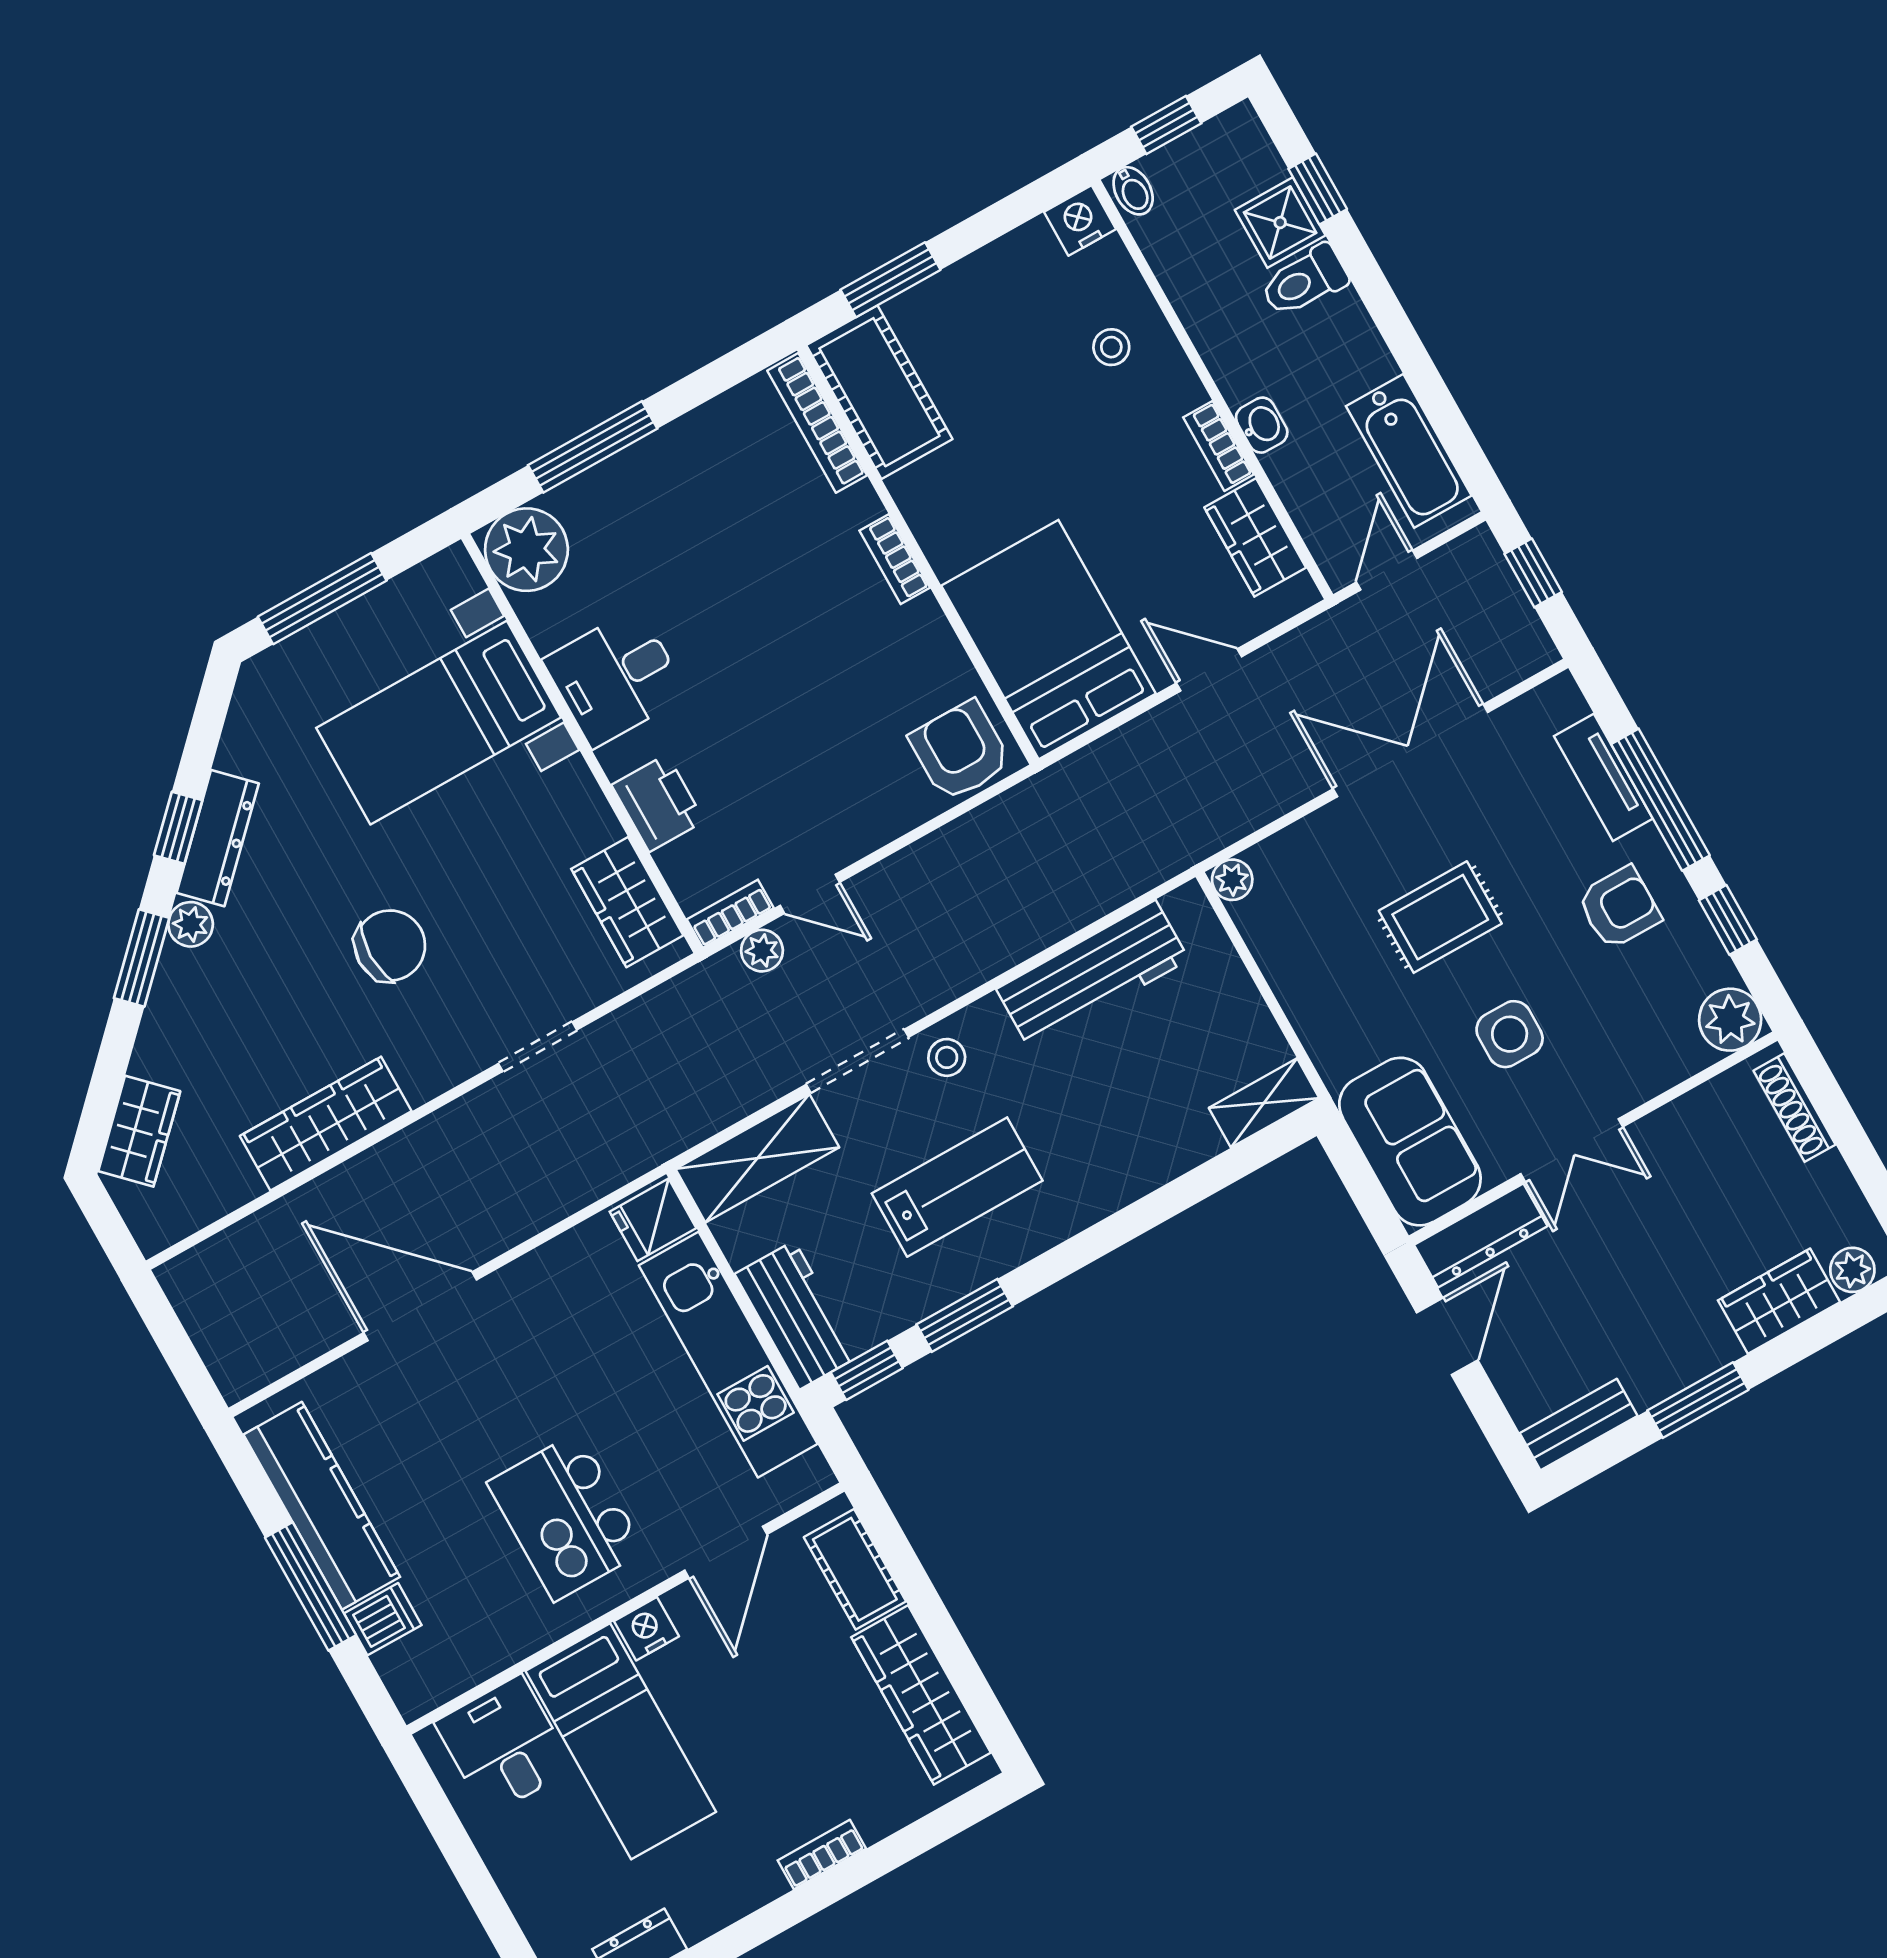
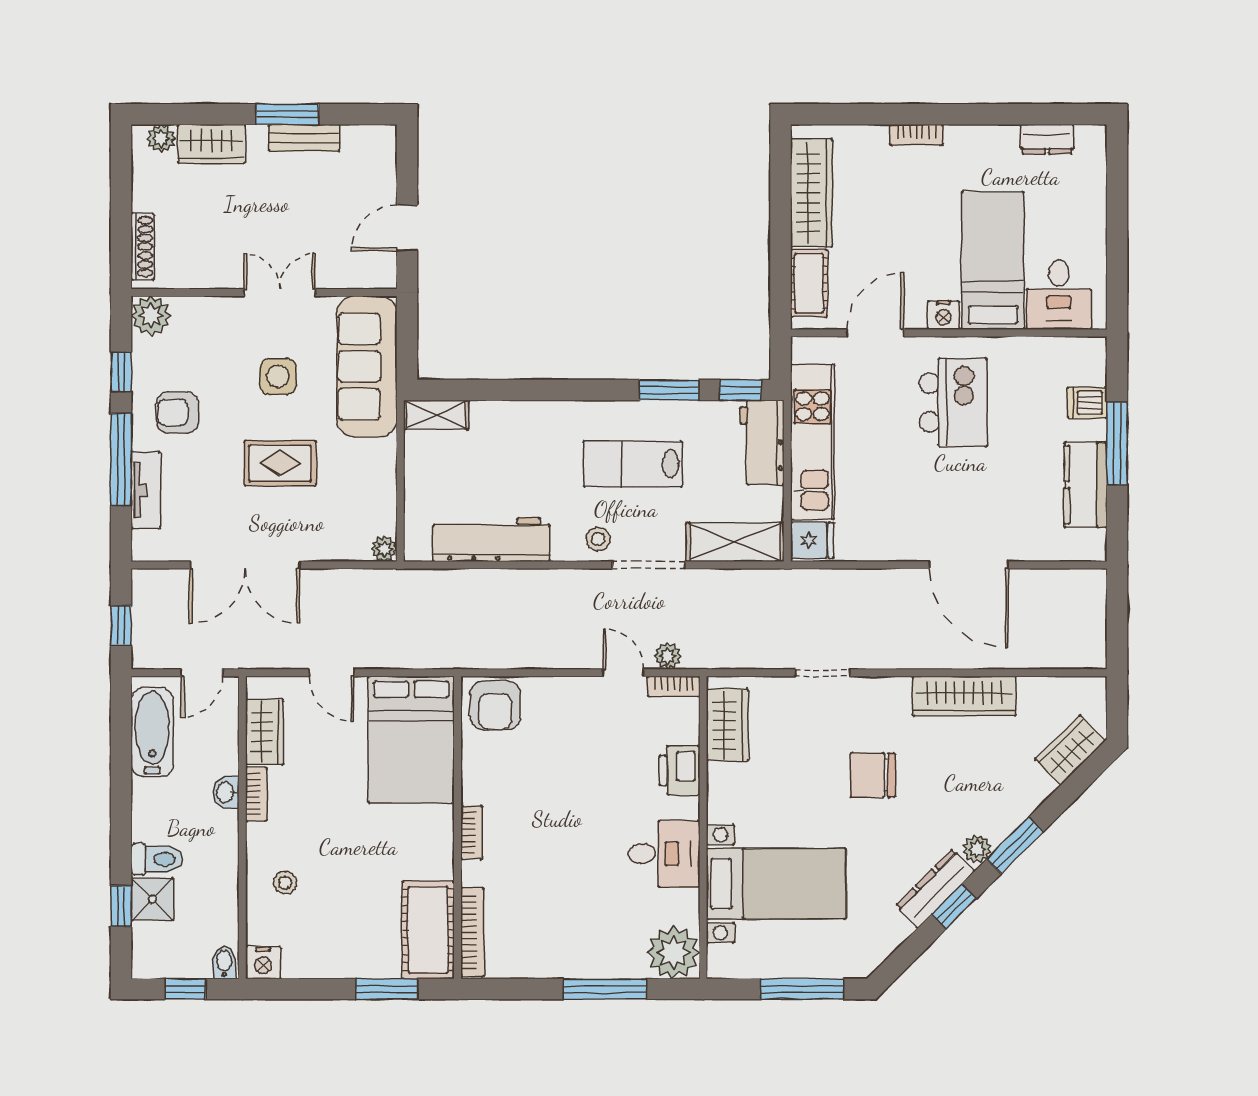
sofa: (1410, 1142) -> (367, 366), width x1.36
dresser: (1481, 1235) -> (357, 273), removed
bench: (1579, 1424) -> (304, 138), moved
kitchen counter: (322, 1506) -> (1086, 485), width x0.67

